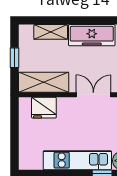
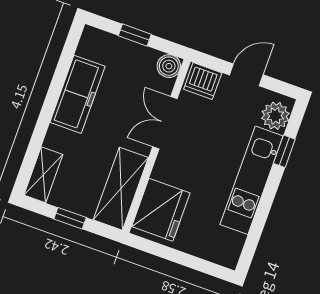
shelving: (51, 32) -> (43, 175), moved
fridge: (44, 108) -> (161, 210), width x1.36, depth x1.34

